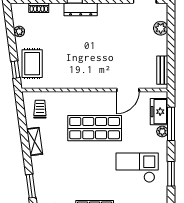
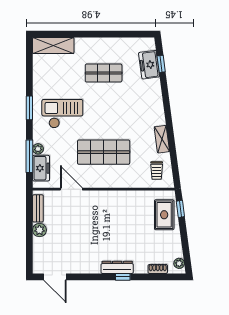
plant: (161, 28) -> (39, 230), moved
plant: (19, 31) -> (179, 263), moved
door: (128, 90) -> (71, 189), hinge flipped
checkout: (137, 168) -> (62, 114), turned 180
window: (31, 186) -> (165, 96), removed

